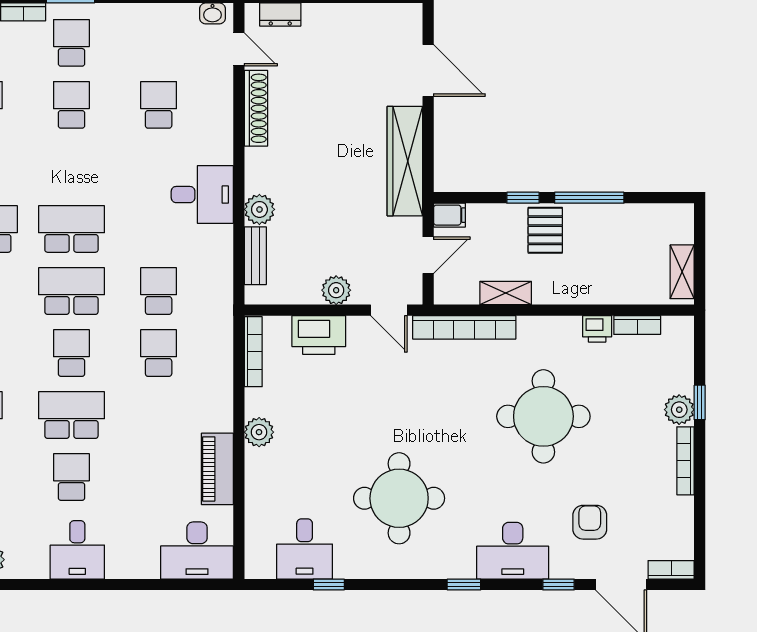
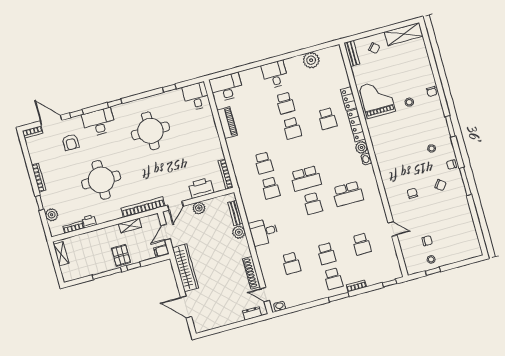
school desk: (71, 229) -> (313, 203), width x0.54
door: (389, 310) -> (175, 206), swing flipped
school desk: (71, 353) -> (299, 153), removed
plant: (679, 410) -> (52, 215), moved
school desk: (71, 415) -> (292, 128), width x0.54
plant: (259, 432) -> (214, 142), removed
desk: (305, 549) -> (196, 96), moved

